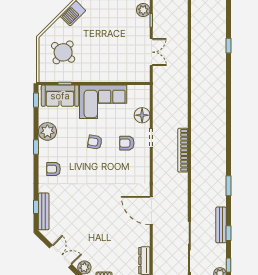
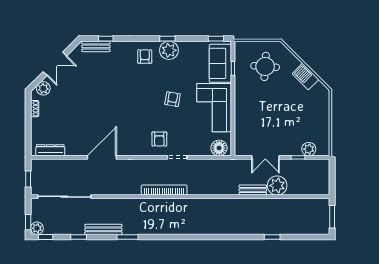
plant: (179, 41) -> (277, 186), added
round table: (63, 52) -> (265, 66), turned -35
bench: (183, 64) -> (253, 190), added
floor lamp: (142, 115) -> (219, 148), moved
plant: (47, 131) -> (169, 50), moved
armchair: (127, 143) -> (159, 139), moved, turned 180
bench: (44, 211) -> (96, 46), width x0.73
bench: (221, 225) -> (103, 229), moved

